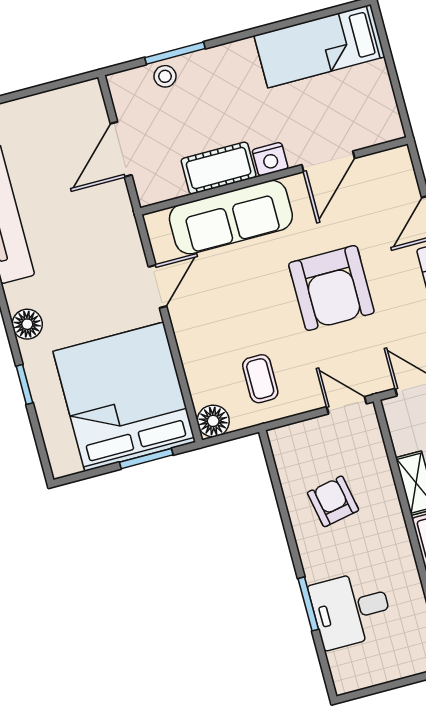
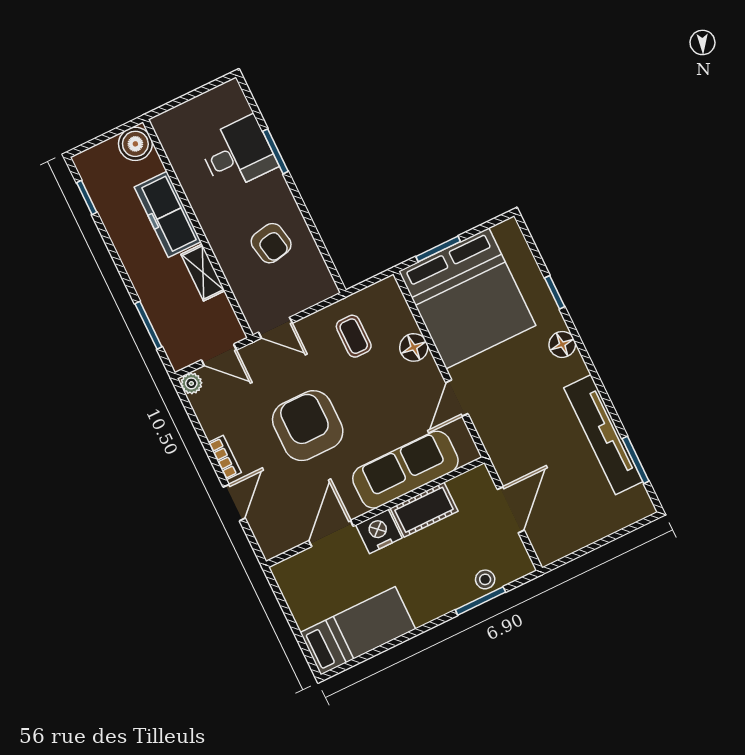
nightstand: (270, 159) -> (379, 531), width x1.36, depth x1.33
floor lamp: (213, 421) -> (414, 347), moved

